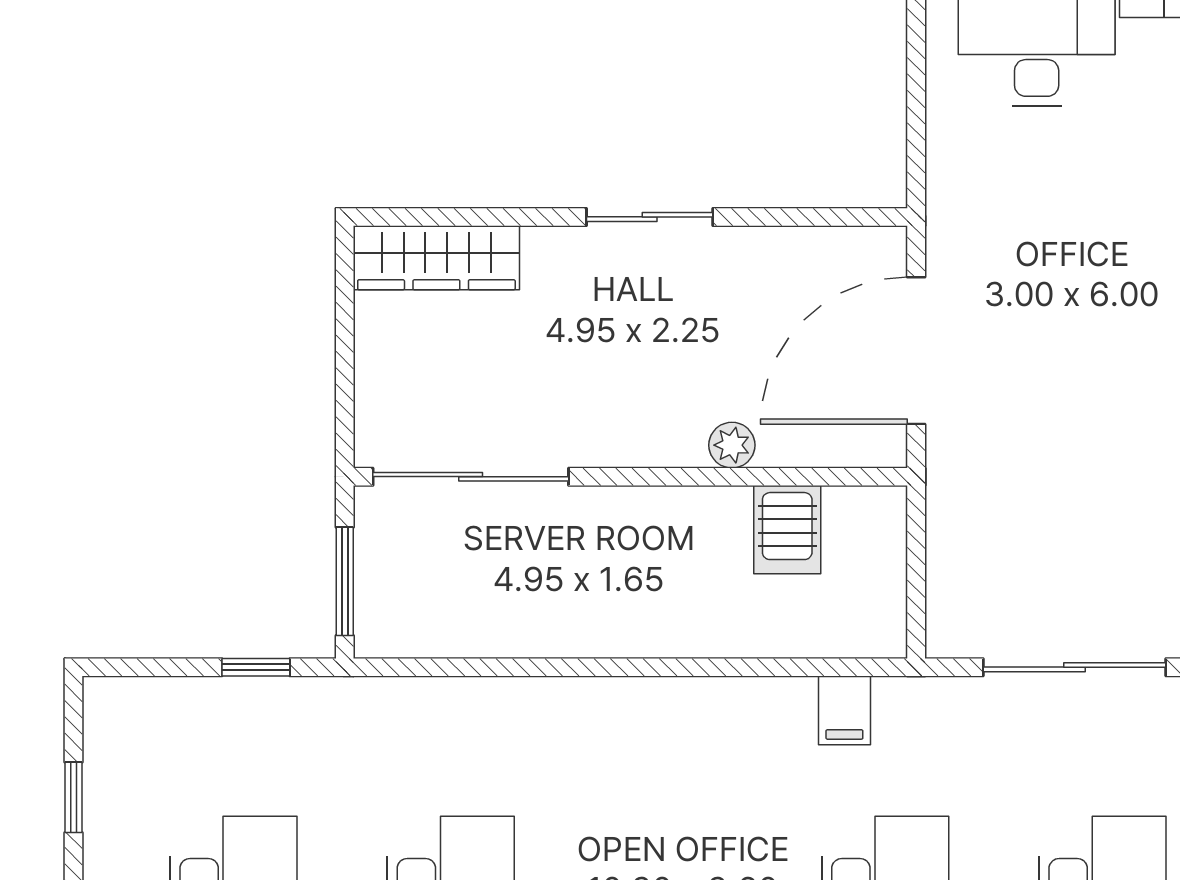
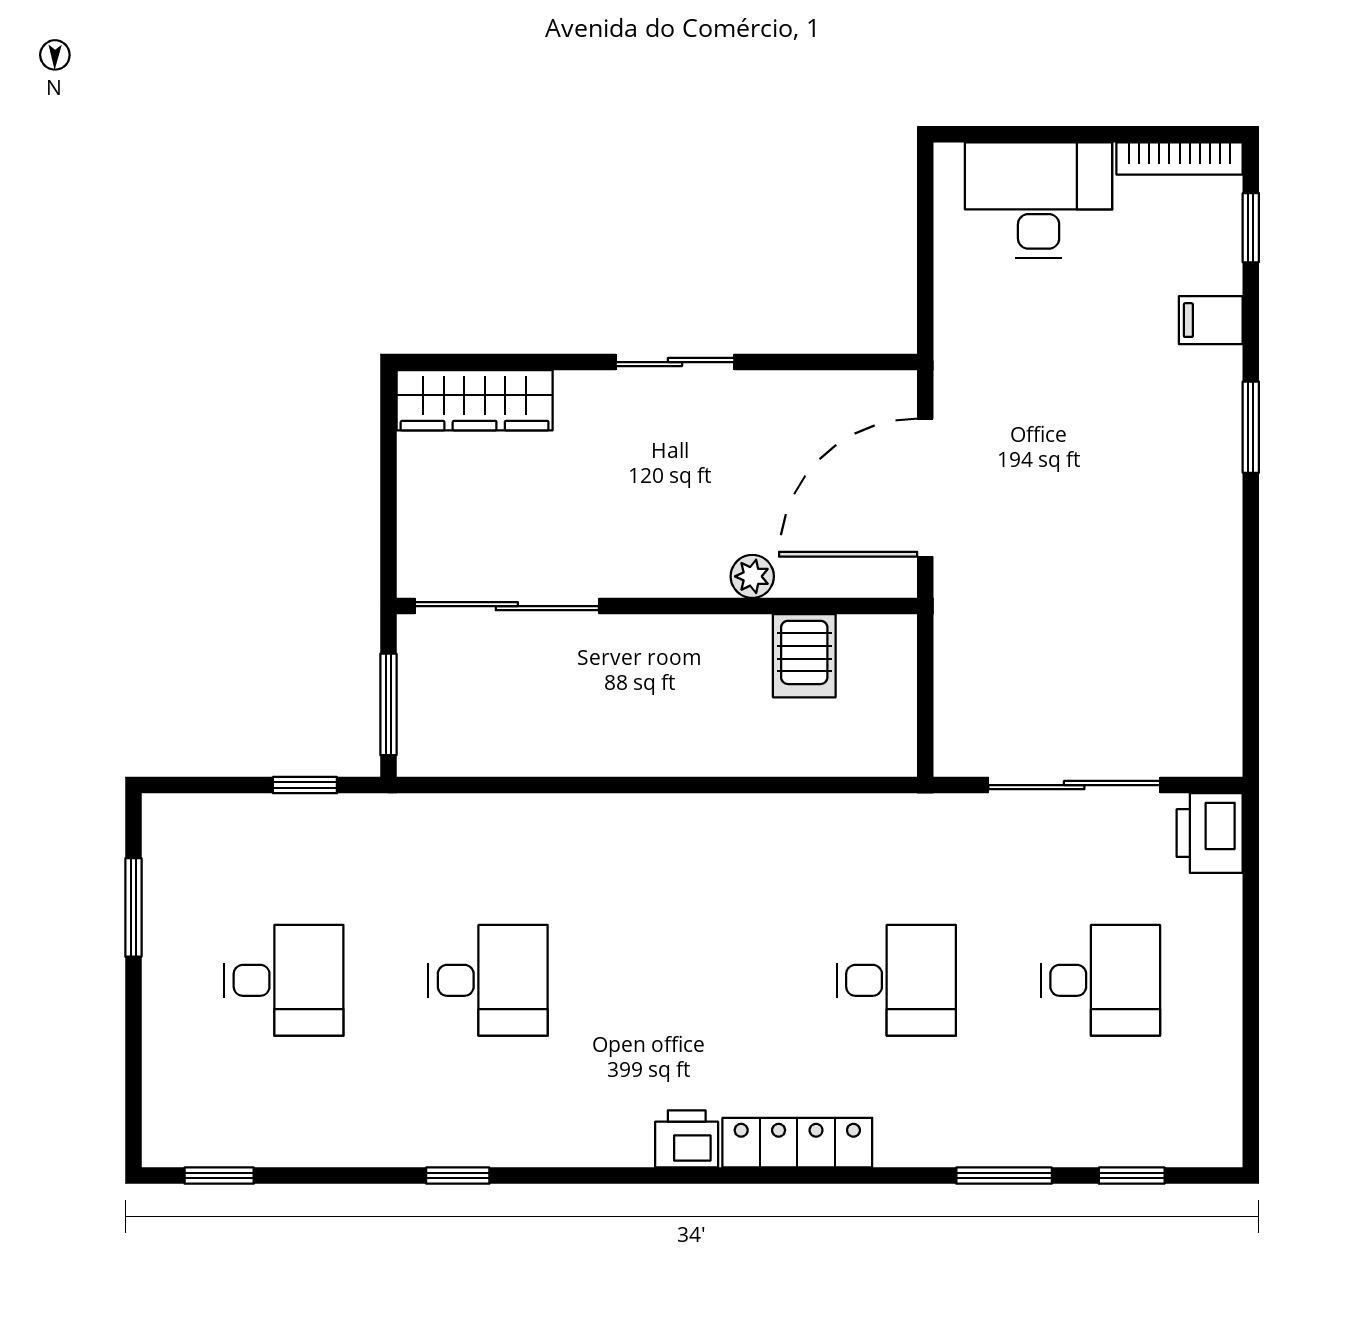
filing cabinet: (844, 710) -> (858, 826), removed
window: (73, 797) -> (133, 907), width x1.50

